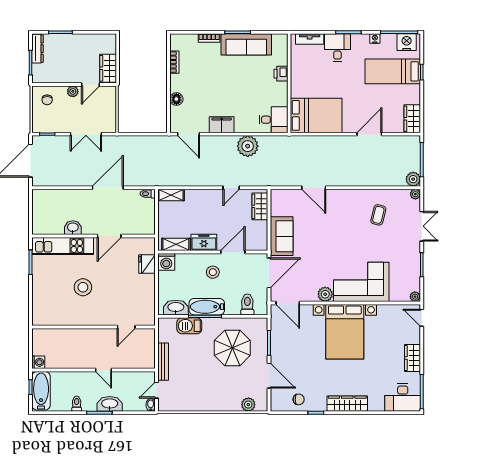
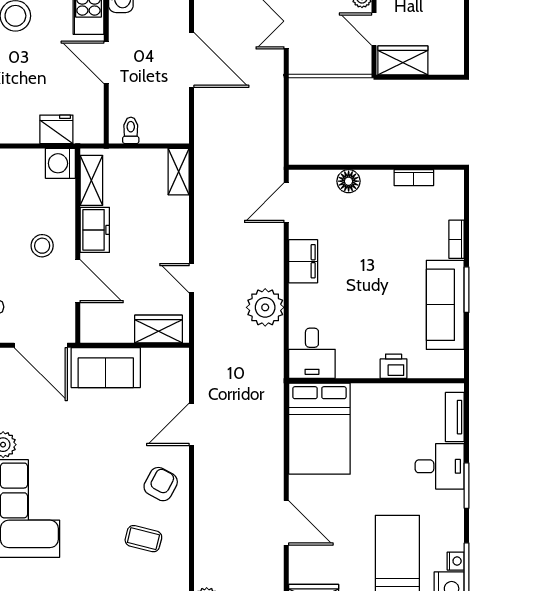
nightstand: (375, 38) -> (456, 561), moved
toilet: (148, 194) -> (131, 130), moved
armchair: (347, 205) -> (161, 484), added

